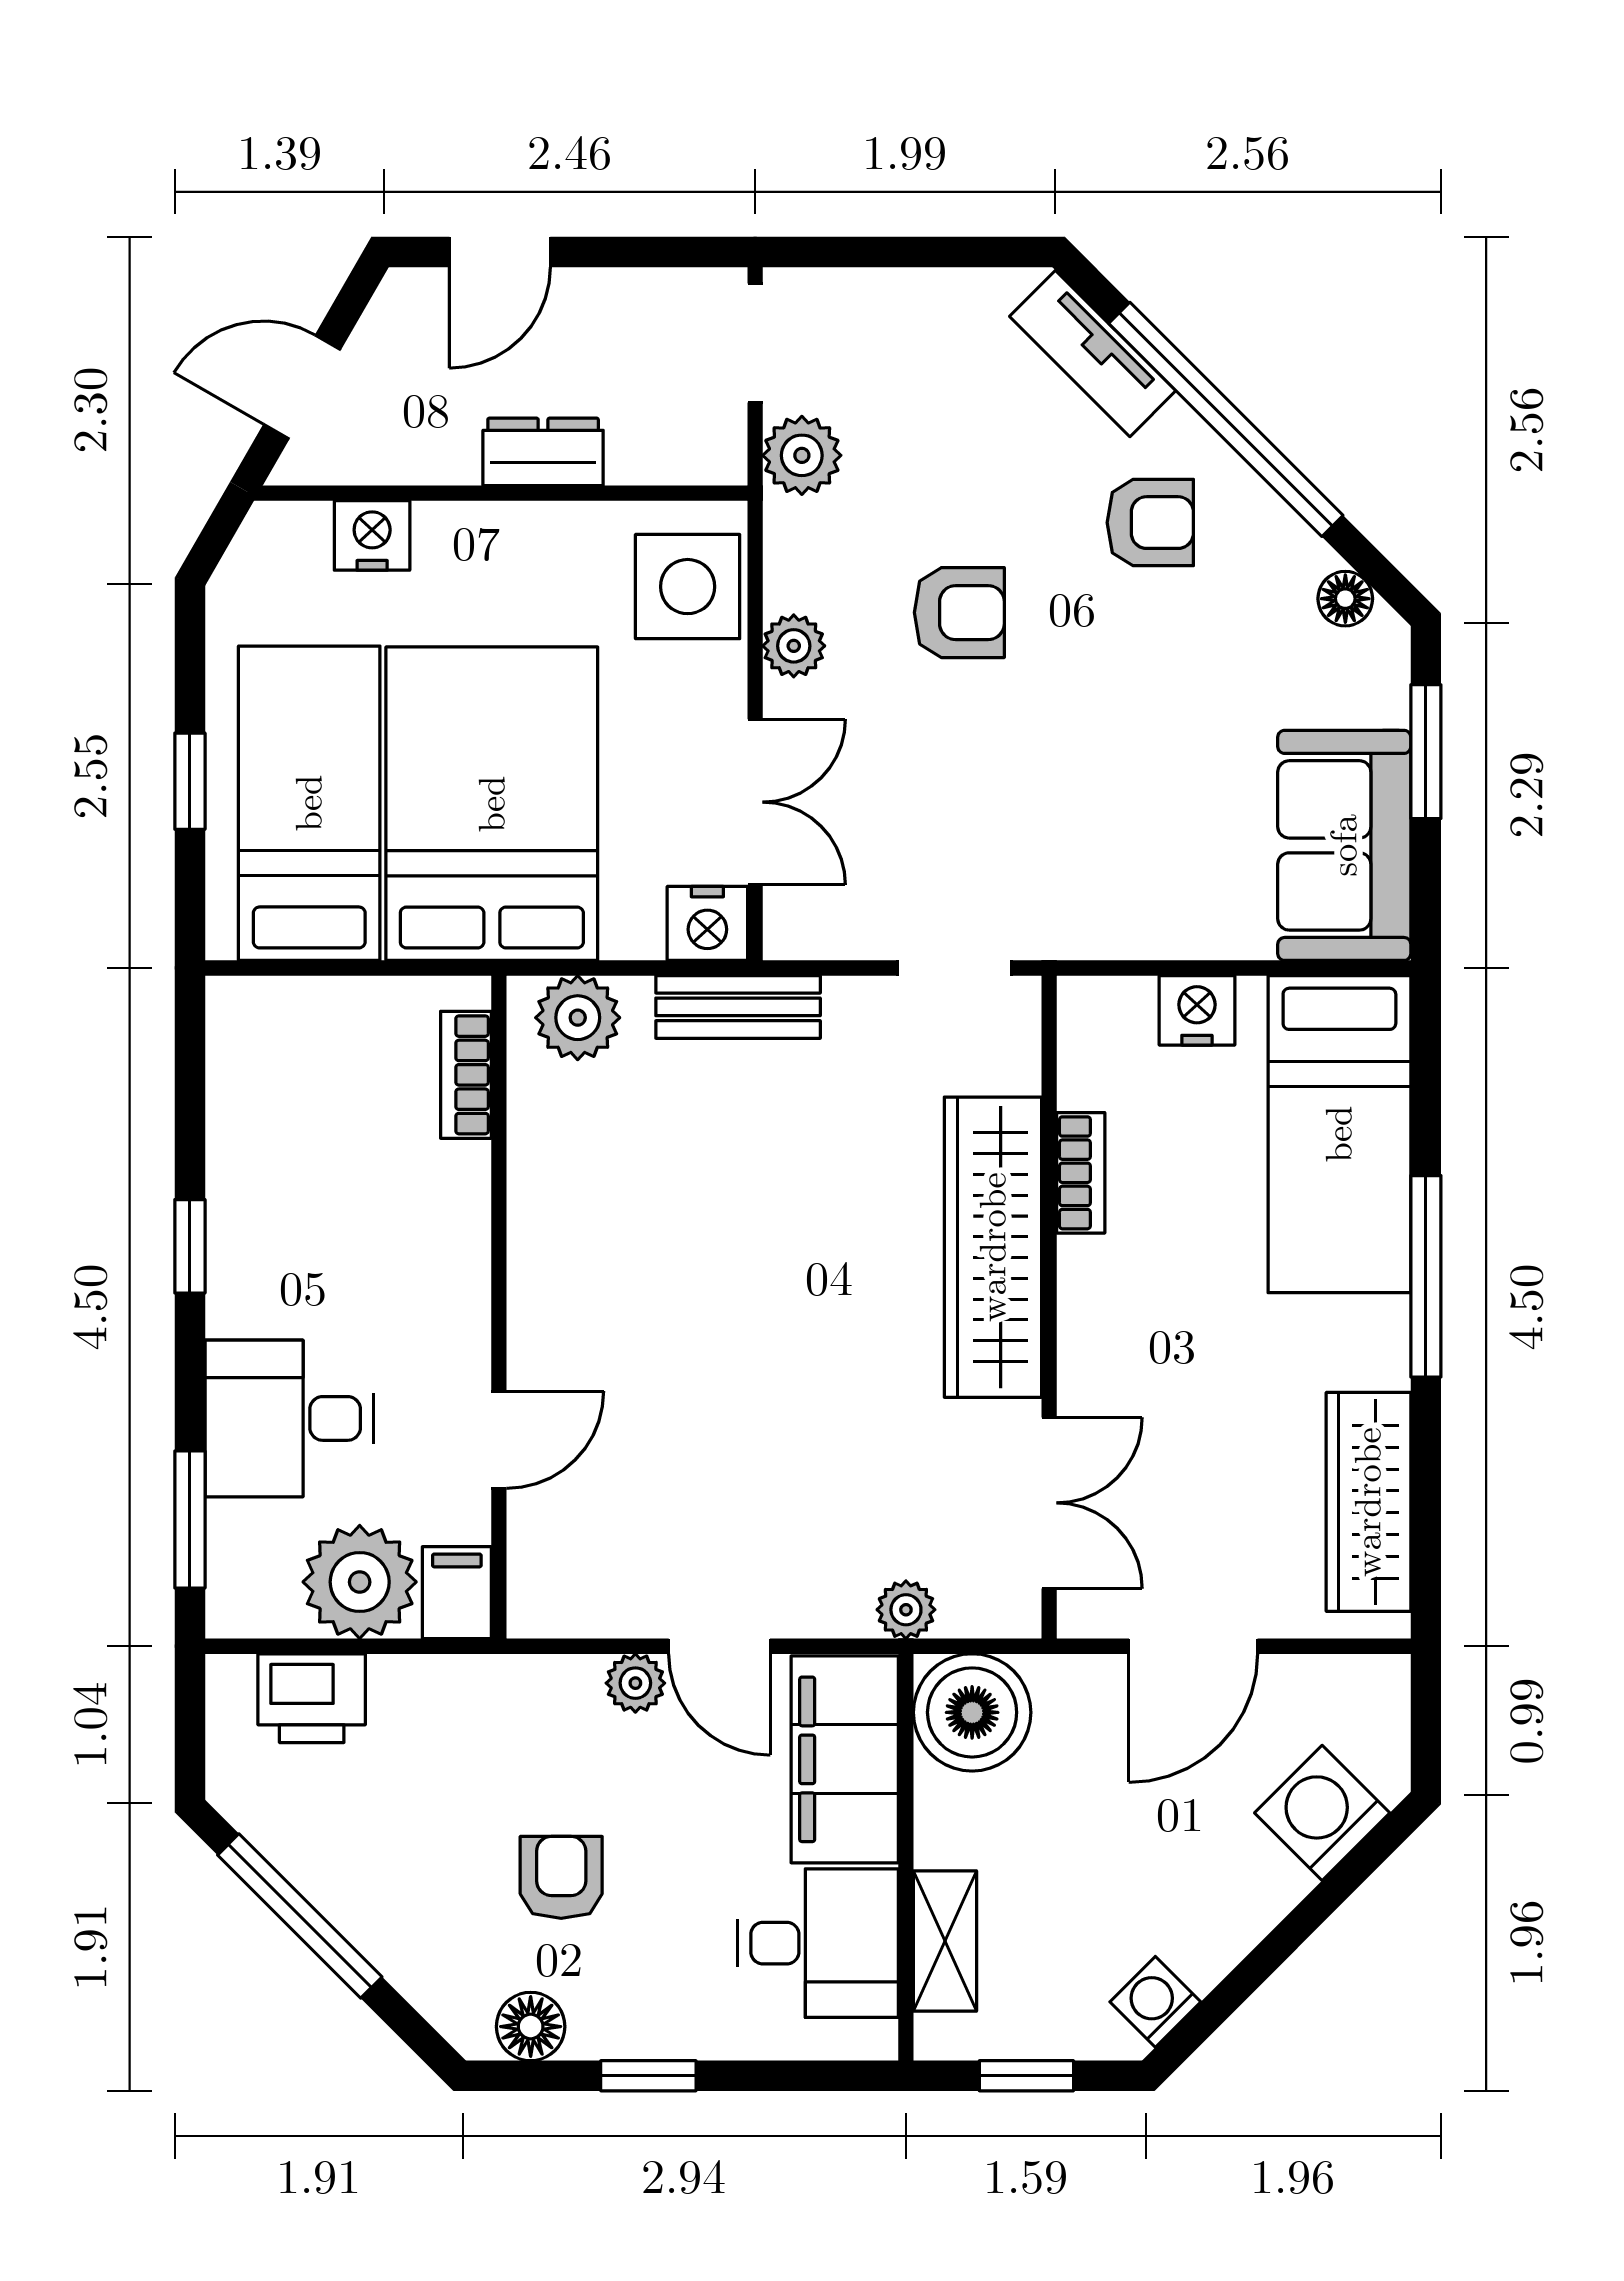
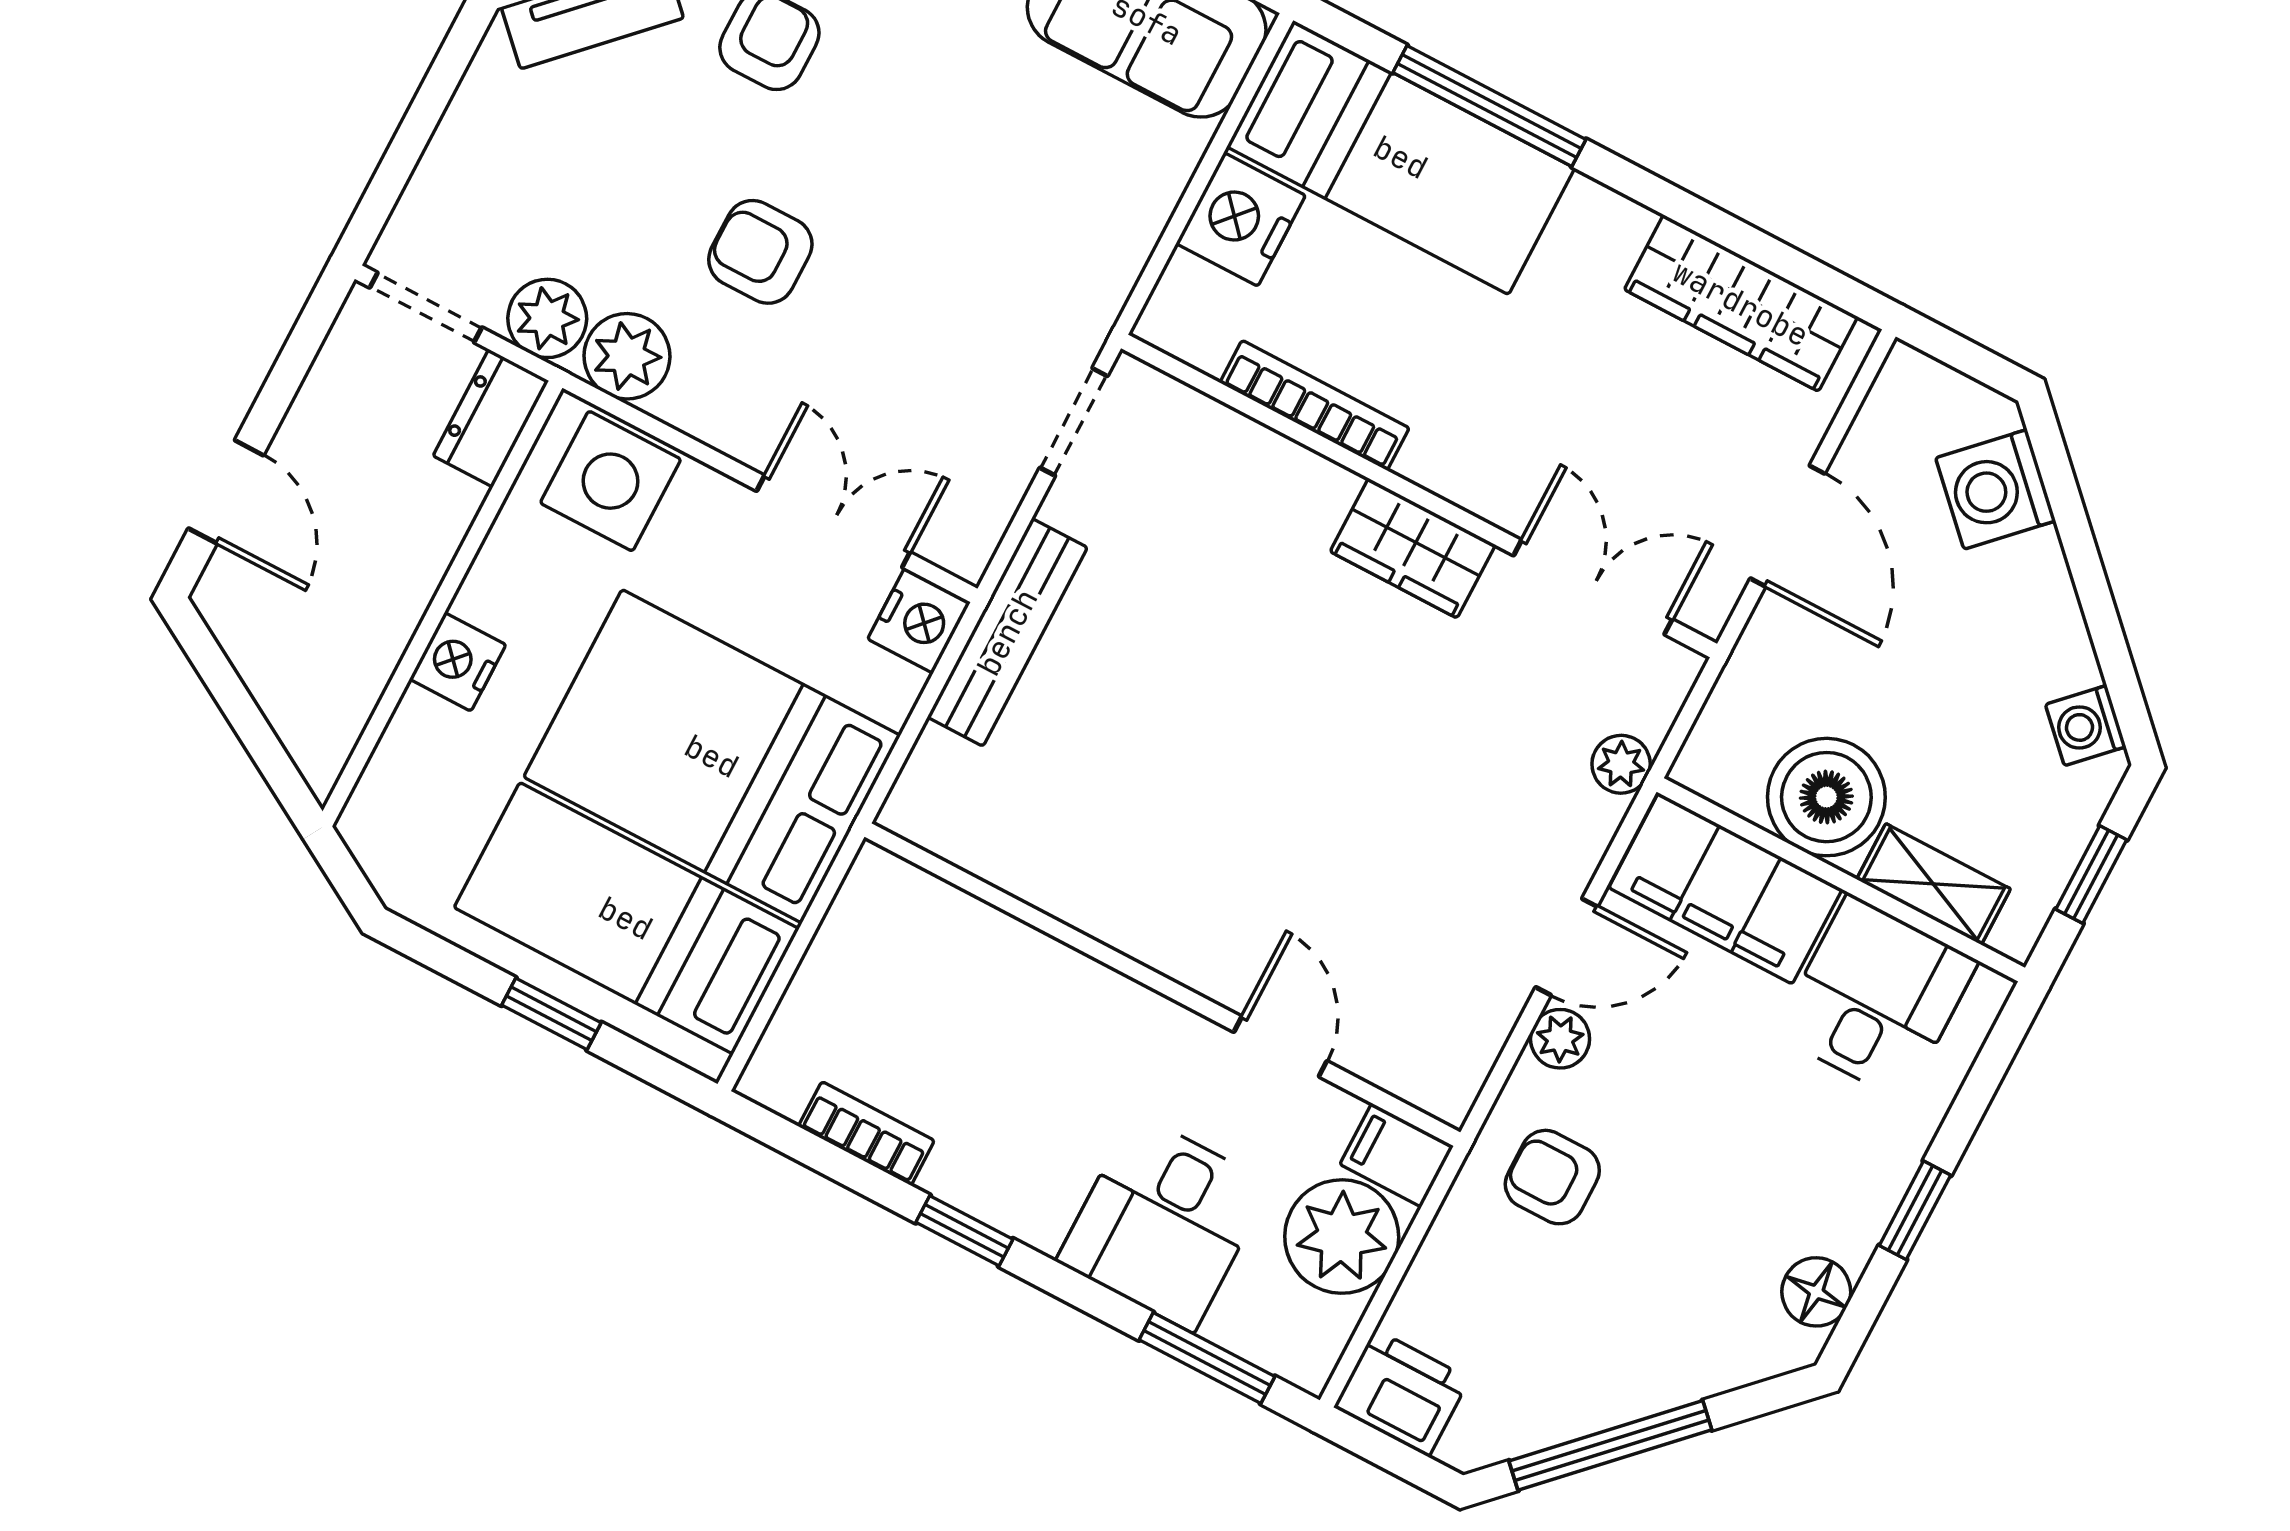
door: (302, 387) -> (254, 730), removed
dresser: (543, 452) -> (491, 418), moved
nightstand: (372, 535) -> (458, 662), moved
armchair: (959, 613) -> (760, 252), turned -90
plant: (794, 646) -> (627, 356), moved, width x1.38, depth x1.38
bench: (738, 1007) -> (1007, 632), width x1.36
nightstand: (1197, 1010) -> (1241, 219), width x1.36, depth x1.33
plant: (578, 1018) -> (942, 780), removed
bookcase: (466, 1075) -> (866, 1133), moved, turned 180
bookcase: (1081, 1173) -> (1314, 405), width x1.56
wardrobe: (993, 1247) -> (1413, 548), width x0.48, depth x0.85
window: (1426, 1276) -> (1489, 106), moved
printer: (312, 1698) -> (1402, 1393), moved, turned -90
boiler: (972, 1712) -> (1826, 797), moved
armchair: (561, 1877) -> (1552, 1177), moved

